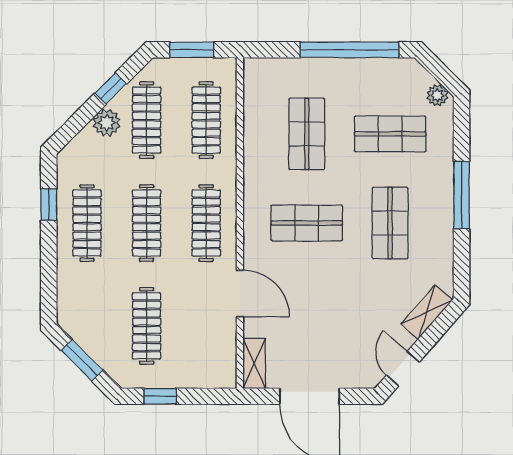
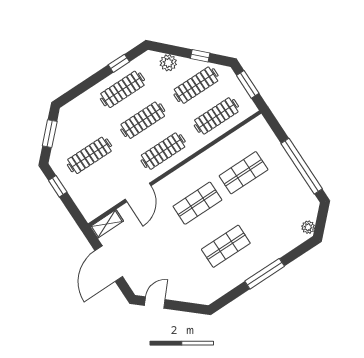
plant: (107, 123) -> (168, 63), moved
shop shelf: (390, 134) -> (272, 216), removed
shop shelf: (307, 223) -> (197, 203), turned 90
shelving: (427, 312) -> (192, 296), removed

